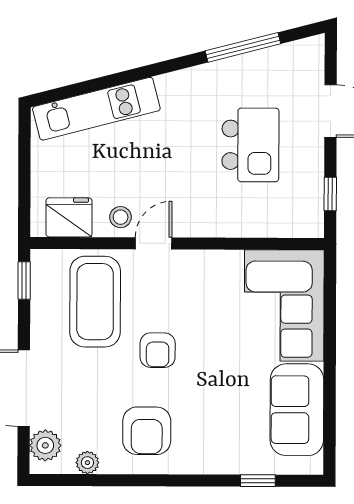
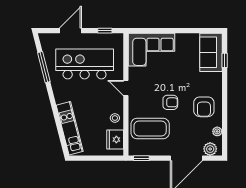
kitchen island: (250, 145) -> (85, 64), width x1.87, depth x1.28
door: (154, 243) -> (126, 88), moved
sofa: (297, 410) -> (211, 52), moved, turned 90
armchair: (147, 431) -> (204, 107), turned 90

